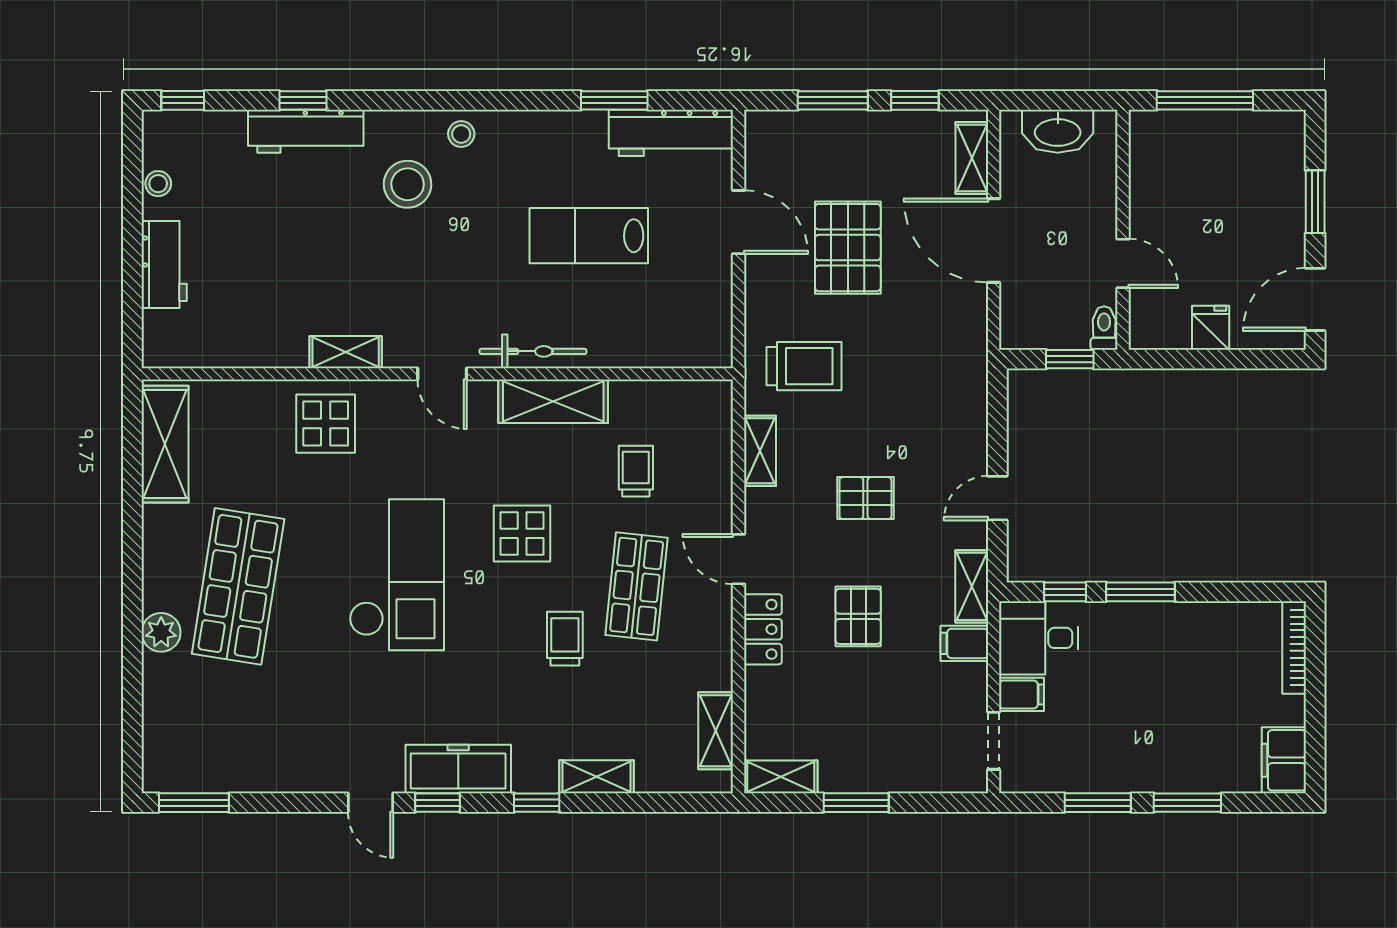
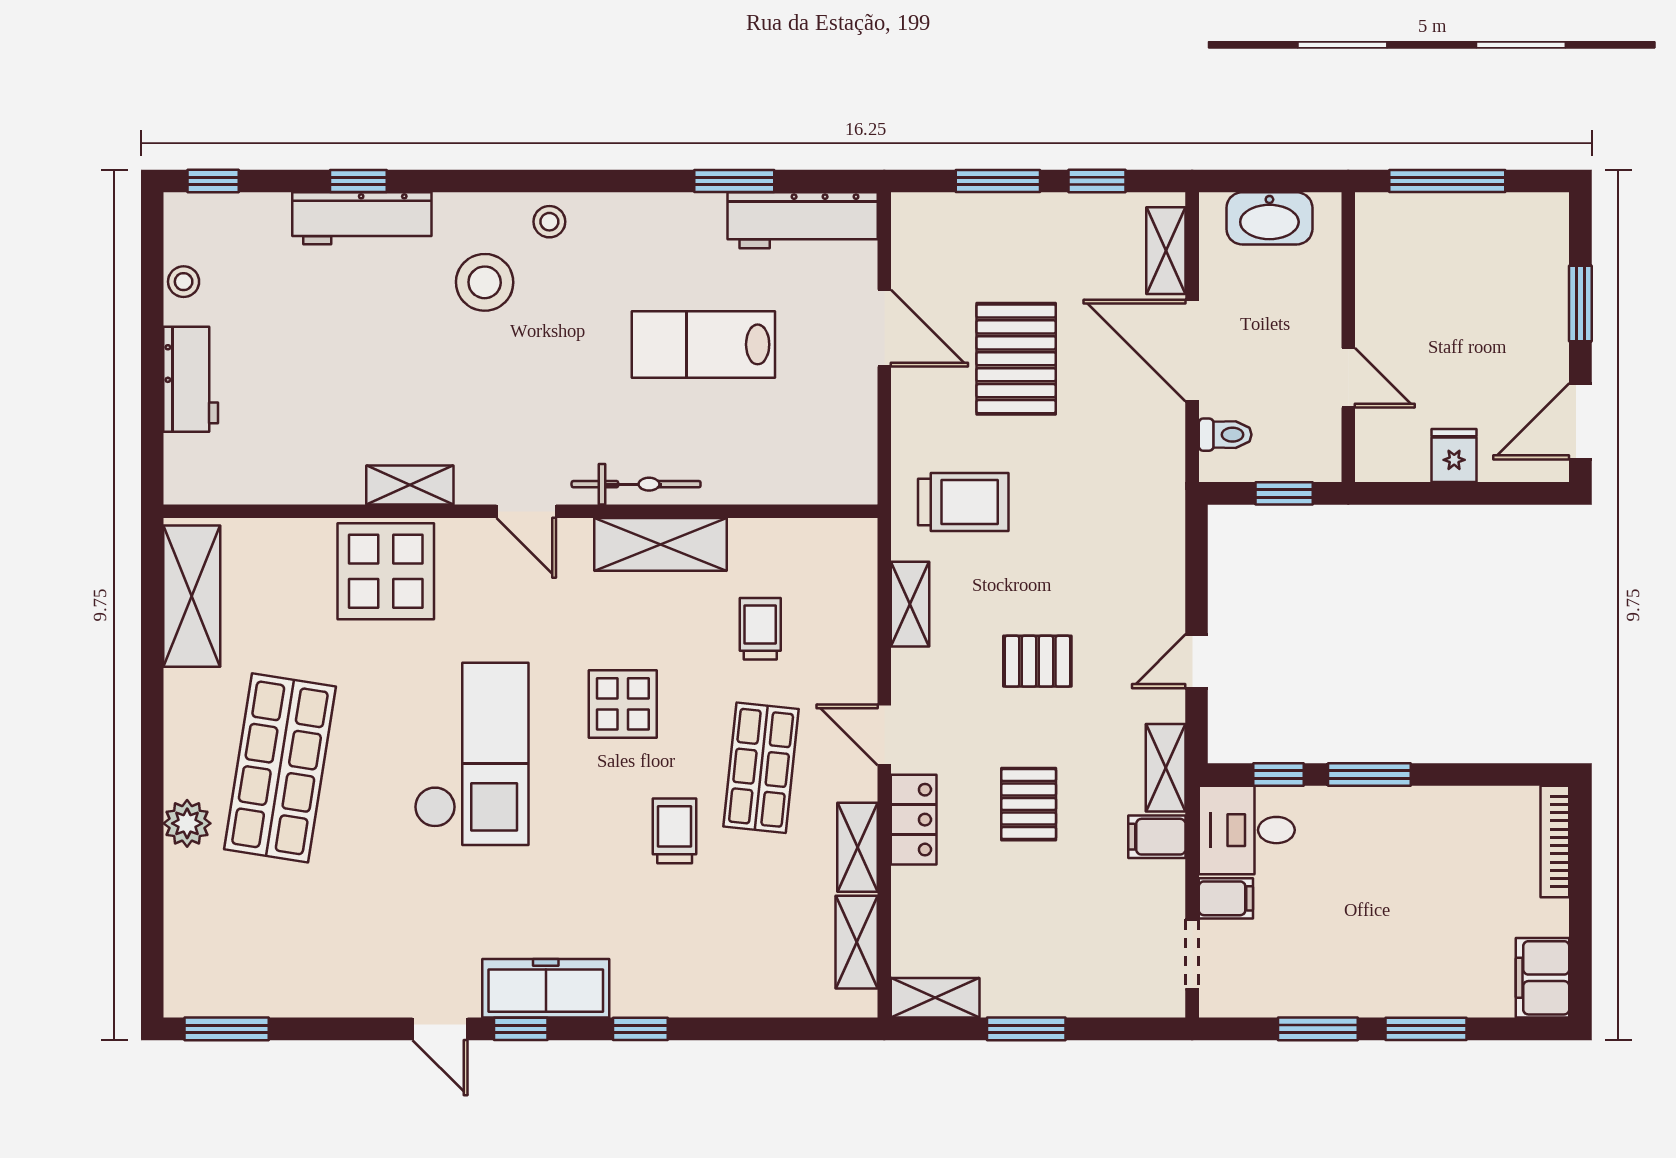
toilet: (1104, 328) -> (1225, 435), moved, turned 90
display table: (326, 424) -> (386, 571), width x1.36, depth x1.36
shelving: (596, 777) -> (857, 847), moved, turned 90

